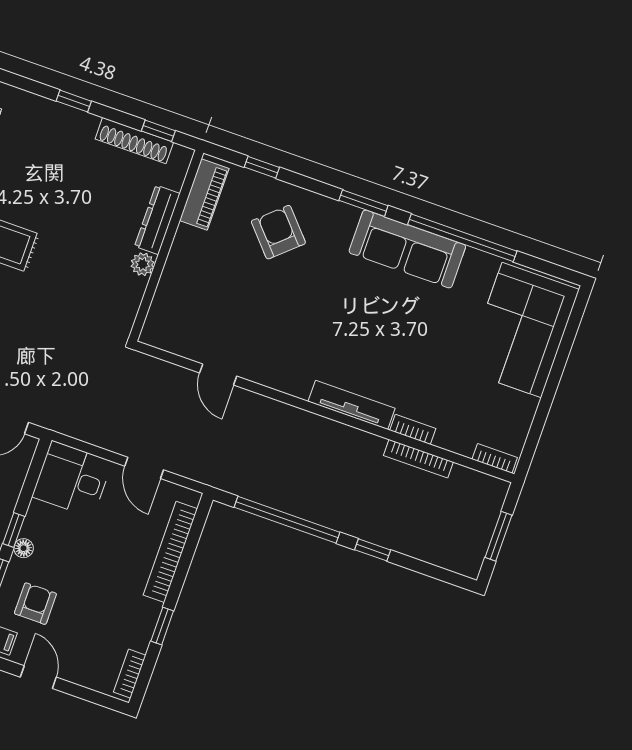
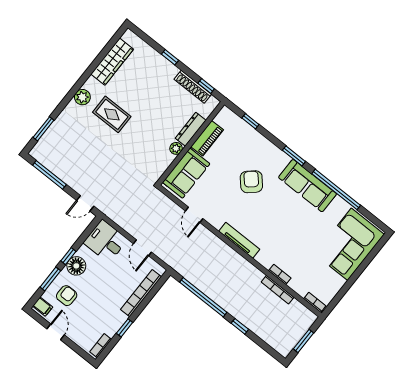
piano: (204, 195) -> (207, 138), moved
armchair: (278, 232) -> (251, 182), moved
sofa: (177, 303) -> (186, 173), added
tv unit: (352, 405) -> (239, 240), moved
floor lamp: (24, 548) -> (76, 266), width x1.89, depth x1.89

